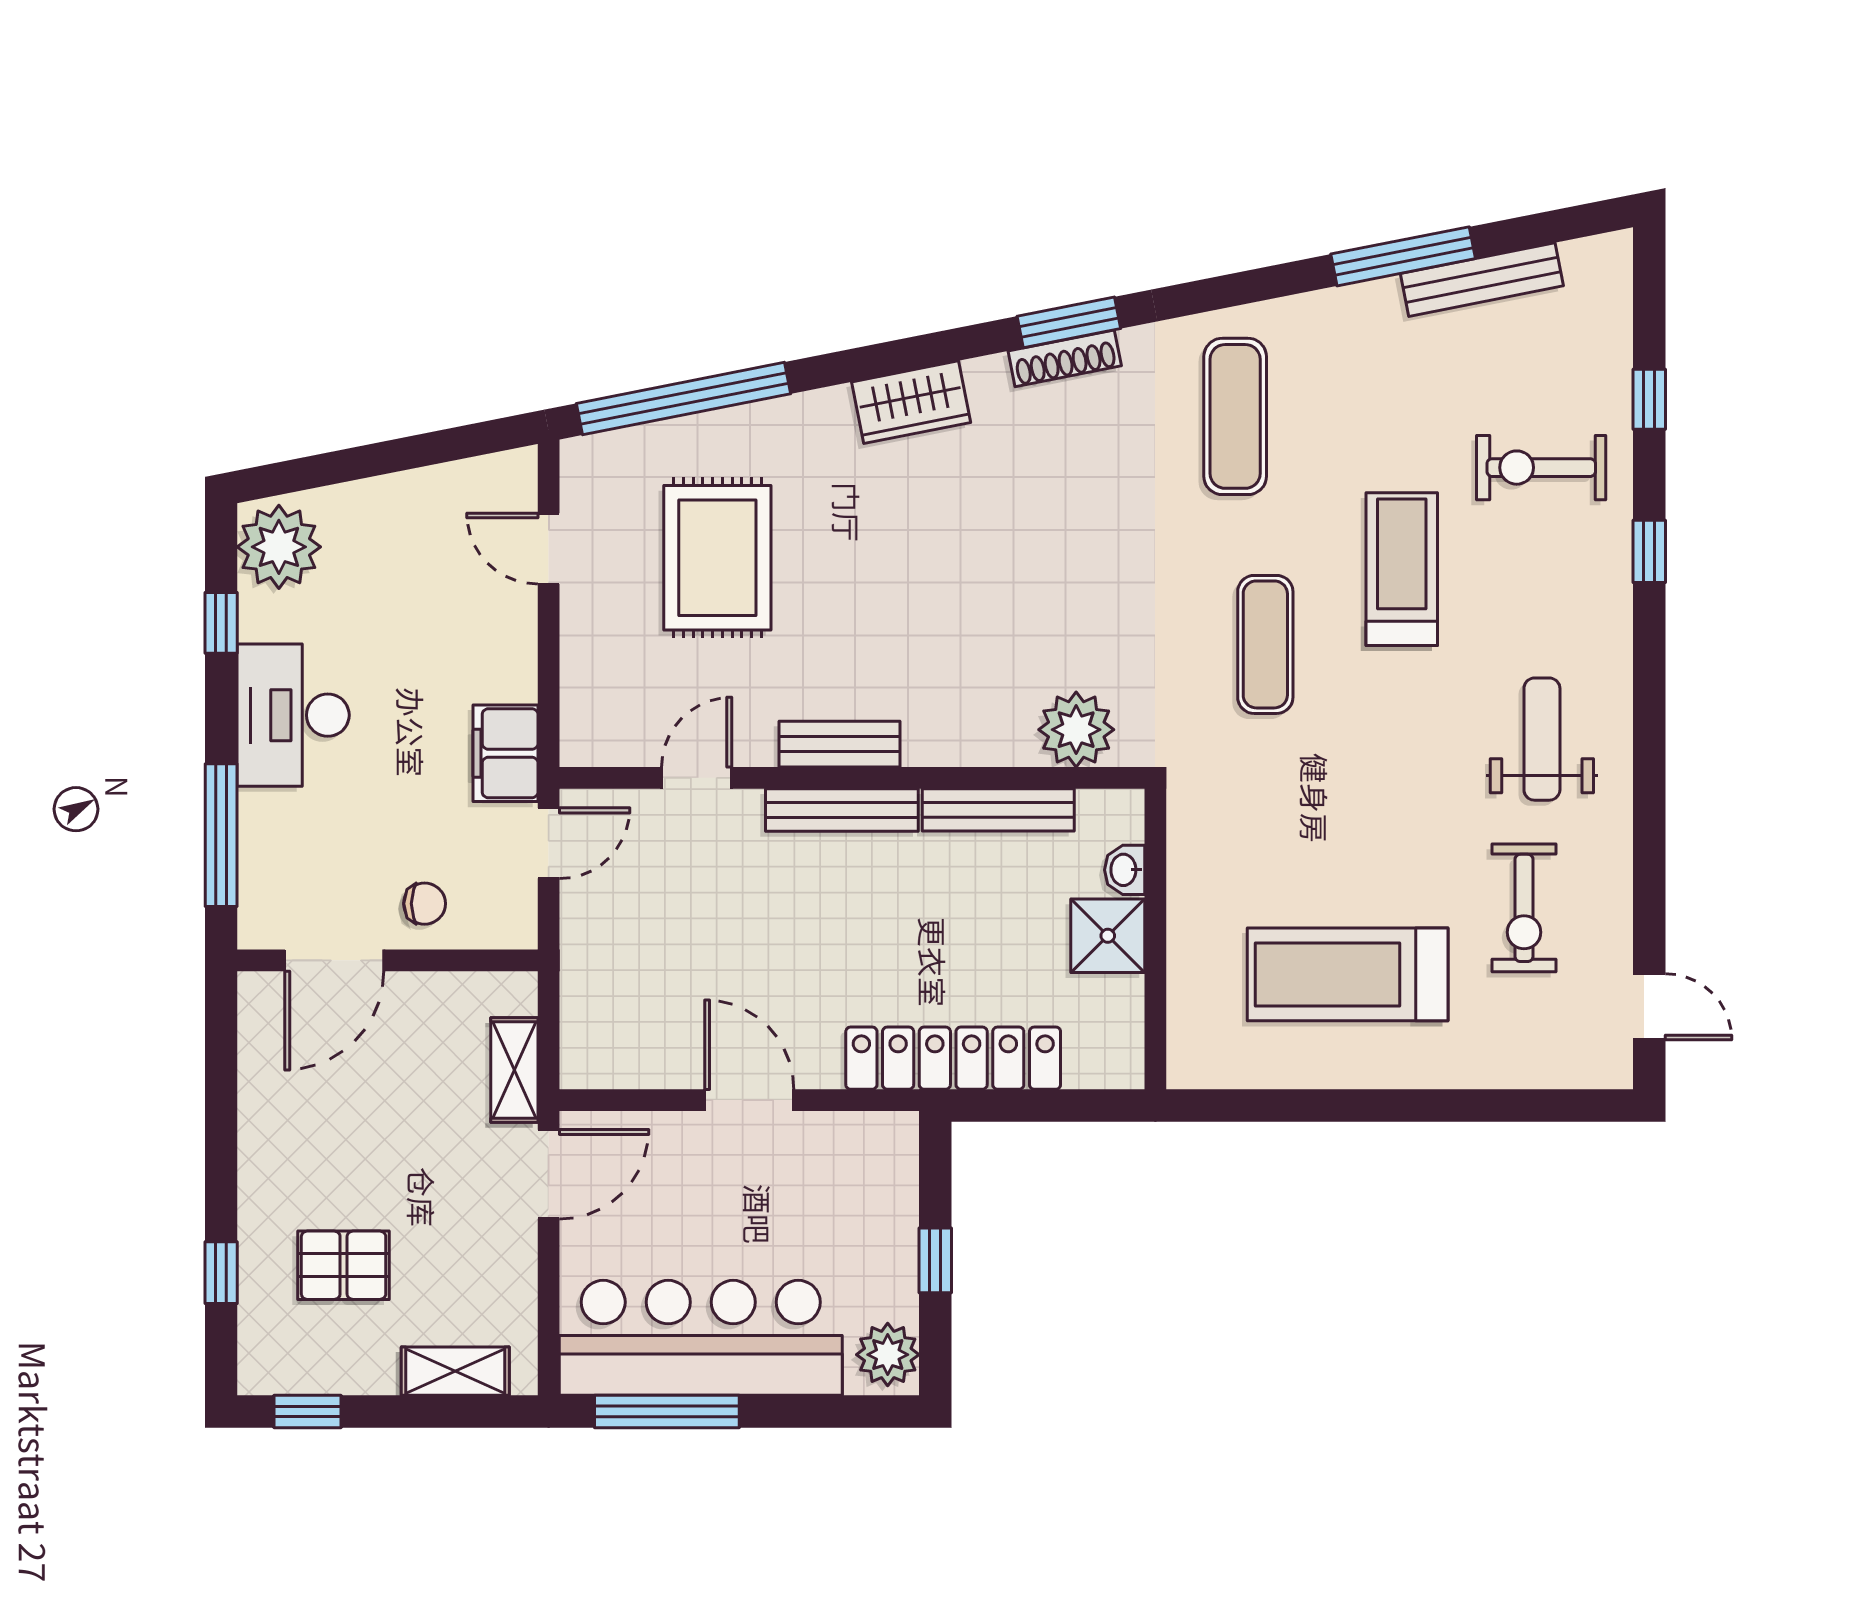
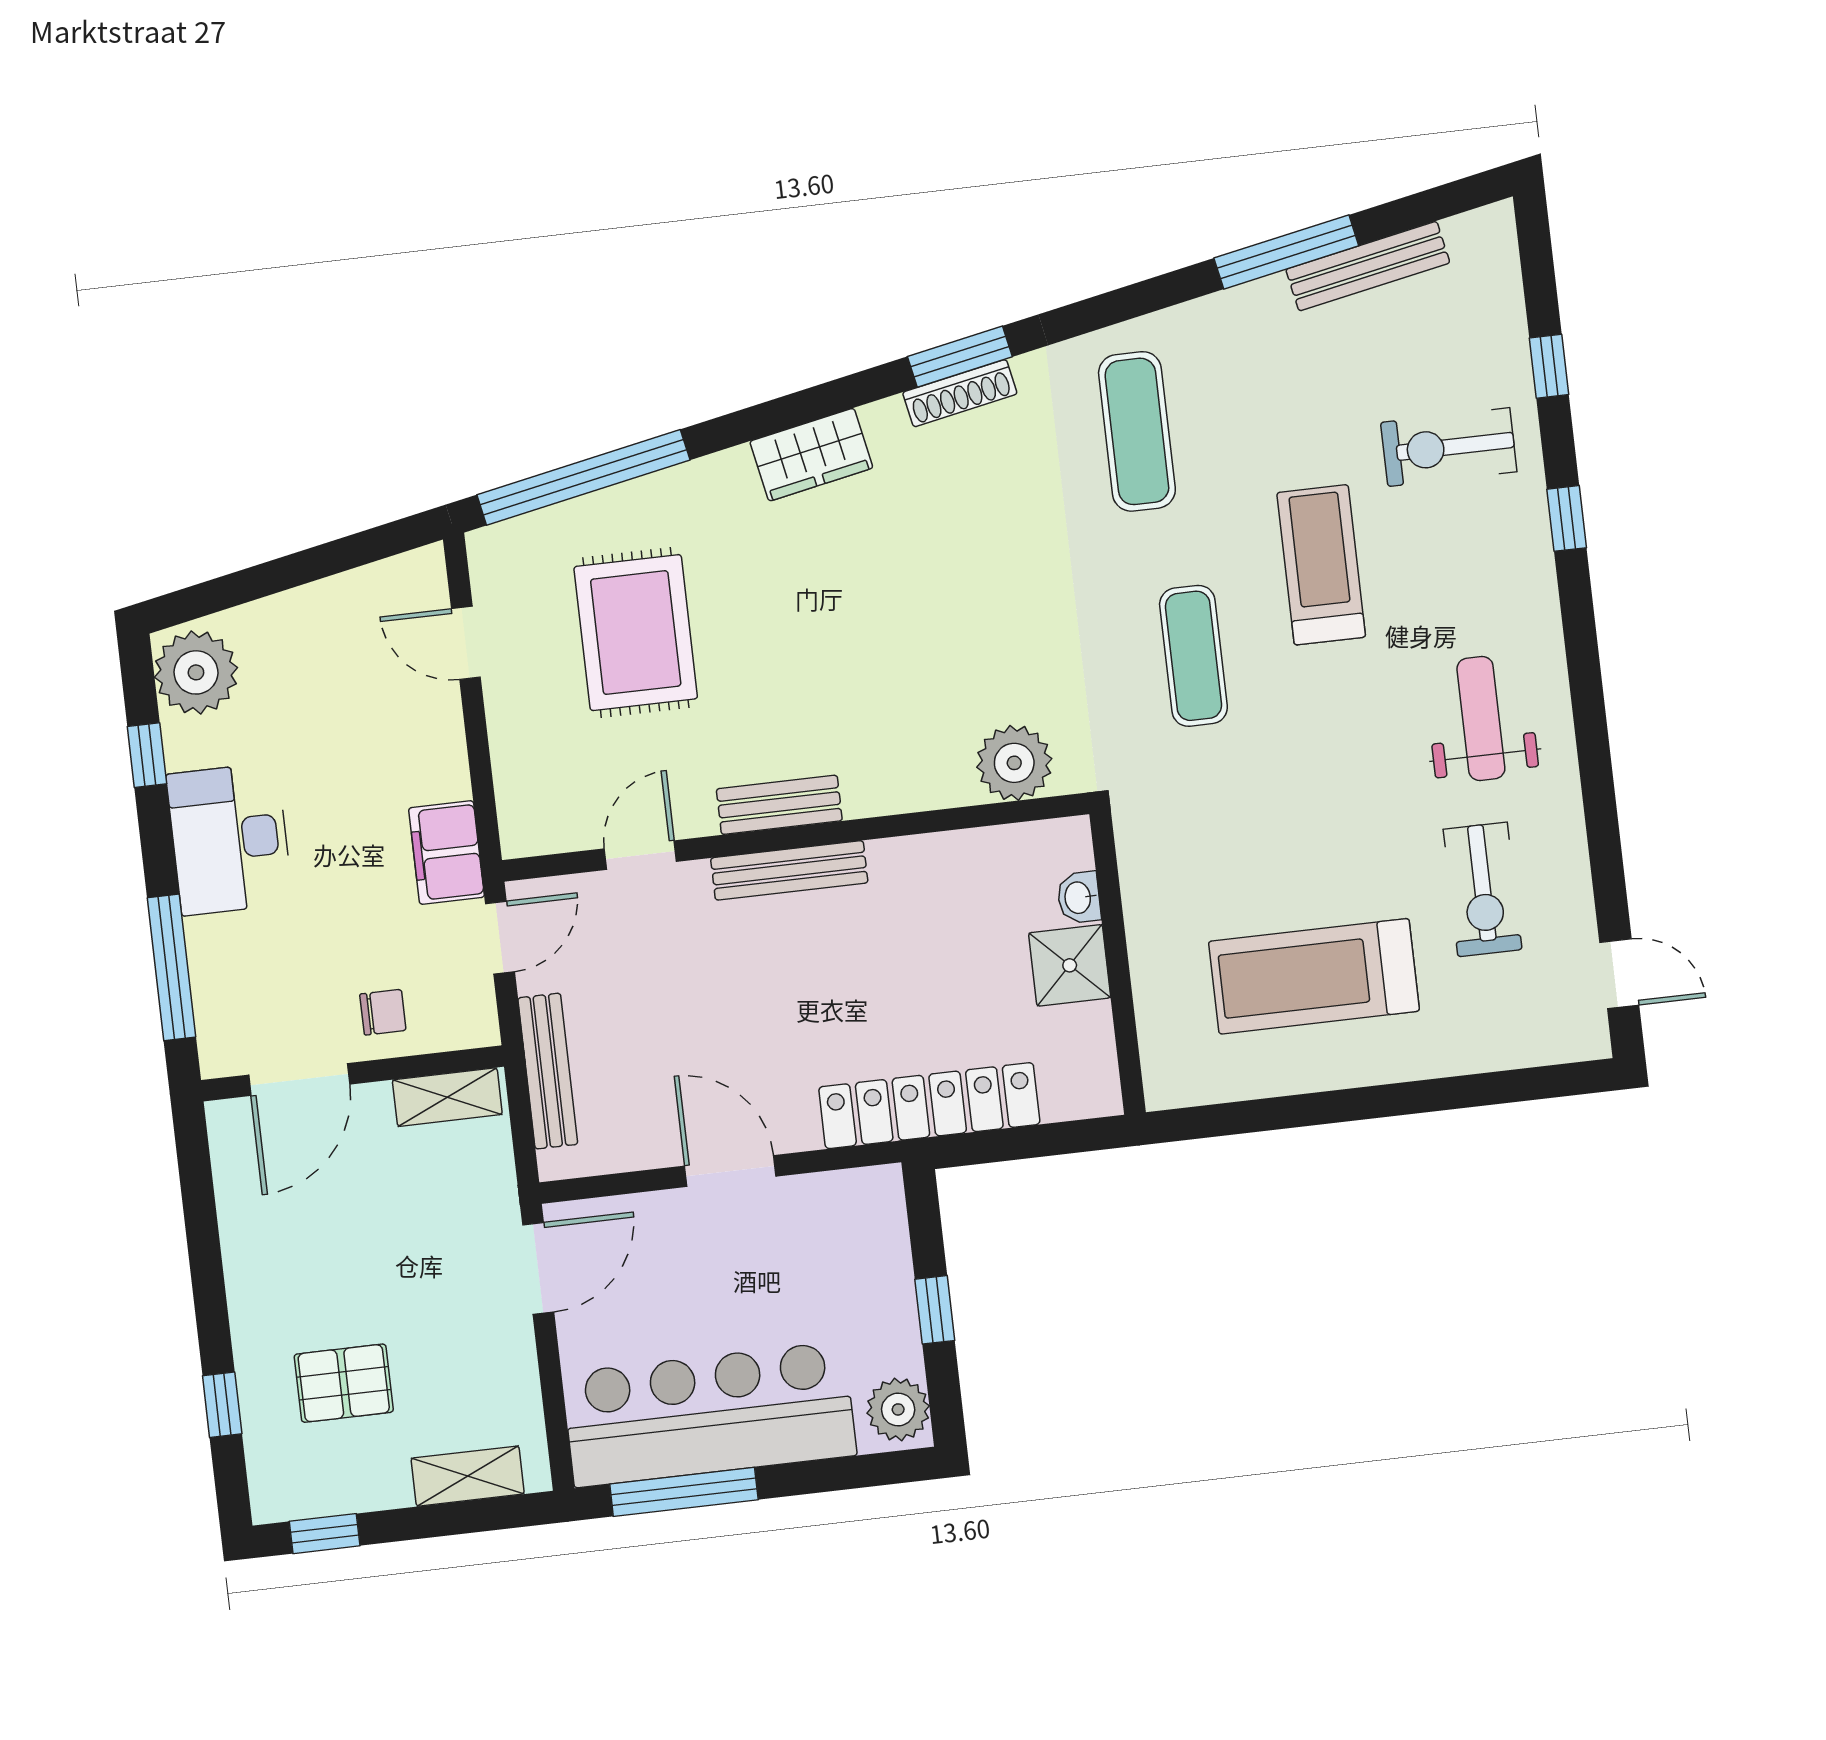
bench: (998, 810) -> (548, 1071), moved, turned 90
shelving: (514, 1070) -> (447, 1097), moved, turned 90

